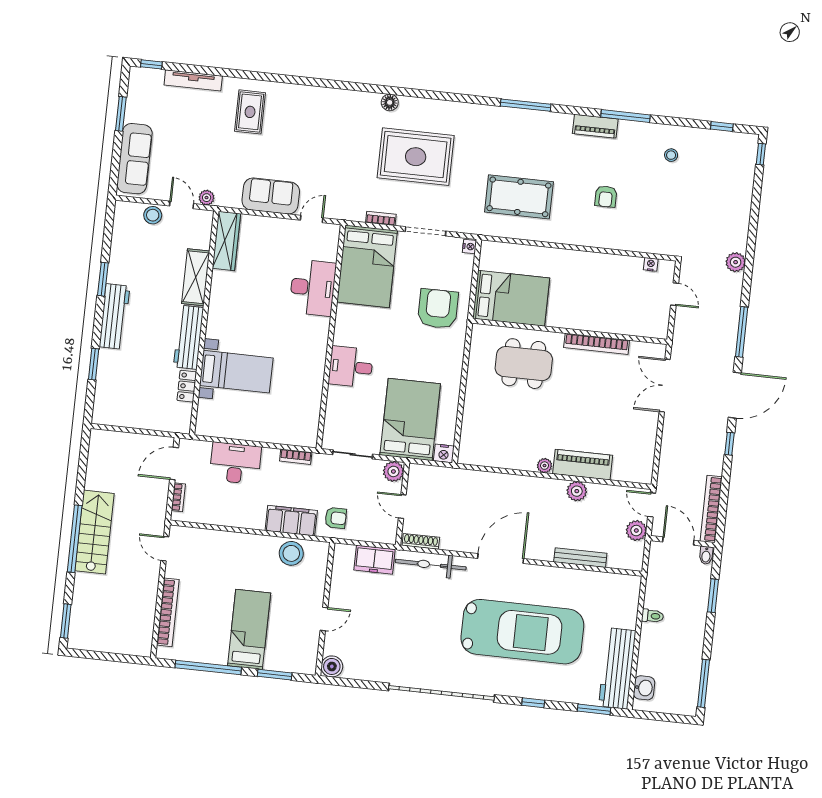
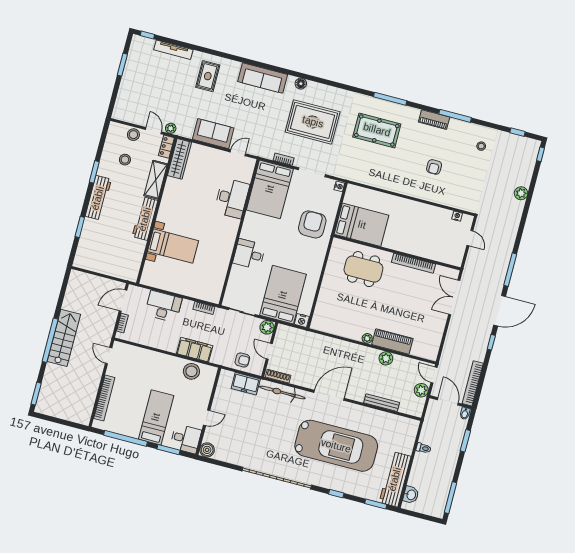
sofa: (134, 159) -> (263, 78), moved, turned 90
pool table: (519, 197) -> (377, 130), moved
stool: (146, 254) -> (125, 160), added
plant: (736, 262) -> (521, 193), moved
locker: (187, 386) -> (166, 147), moved
armchair: (336, 518) -> (242, 360), moved
desk: (298, 655) -> (186, 439), added

